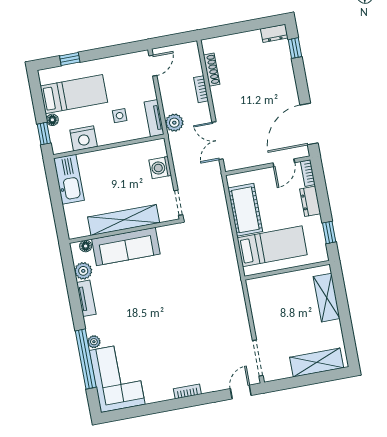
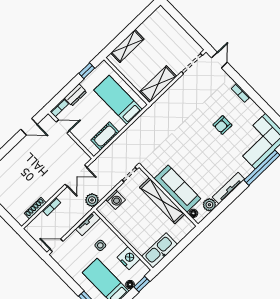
plant: (174, 123) -> (92, 200), moved
door: (309, 124) -> (29, 127), width x0.53
cot: (245, 210) -> (105, 136), width x0.73, depth x0.75
tv unit: (86, 298) -> (229, 188), width x1.41
plant: (94, 342) -> (248, 170), removed
armchair: (164, 346) -> (222, 125), added
shelving: (317, 363) -> (158, 84), moved, turned 90
door: (241, 392) -> (219, 60), swing flipped

